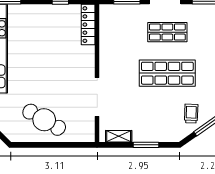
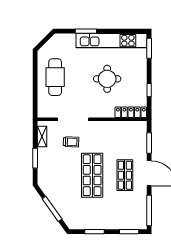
round table: (46, 54) -> (107, 79), added
trolley: (191, 114) -> (71, 142), moved
cafe table: (44, 120) -> (55, 77), turned -30

